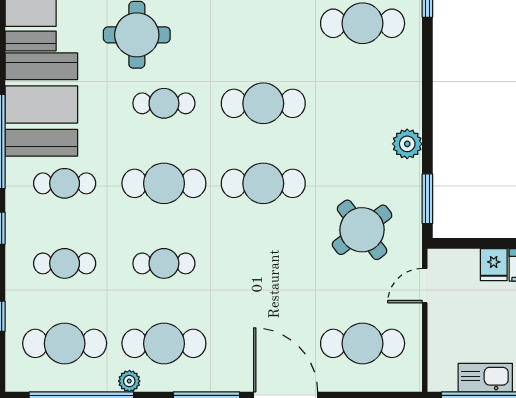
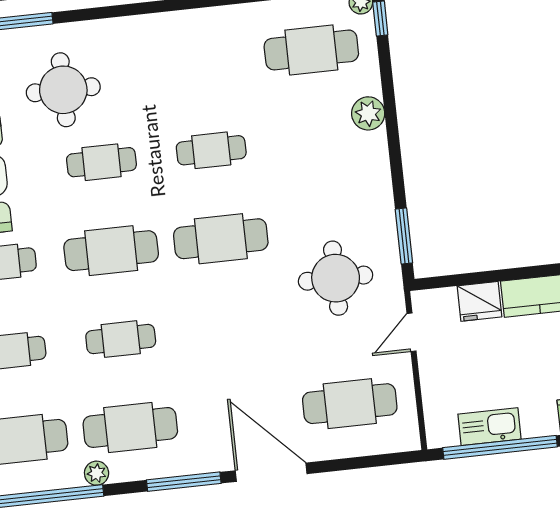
cafe table: (263, 103) -> (211, 150), width x0.73, depth x0.74
plant: (407, 144) -> (368, 113), moved
round table: (362, 230) -> (336, 278), turned 37
fridge: (494, 265) -> (479, 301), width x1.38

